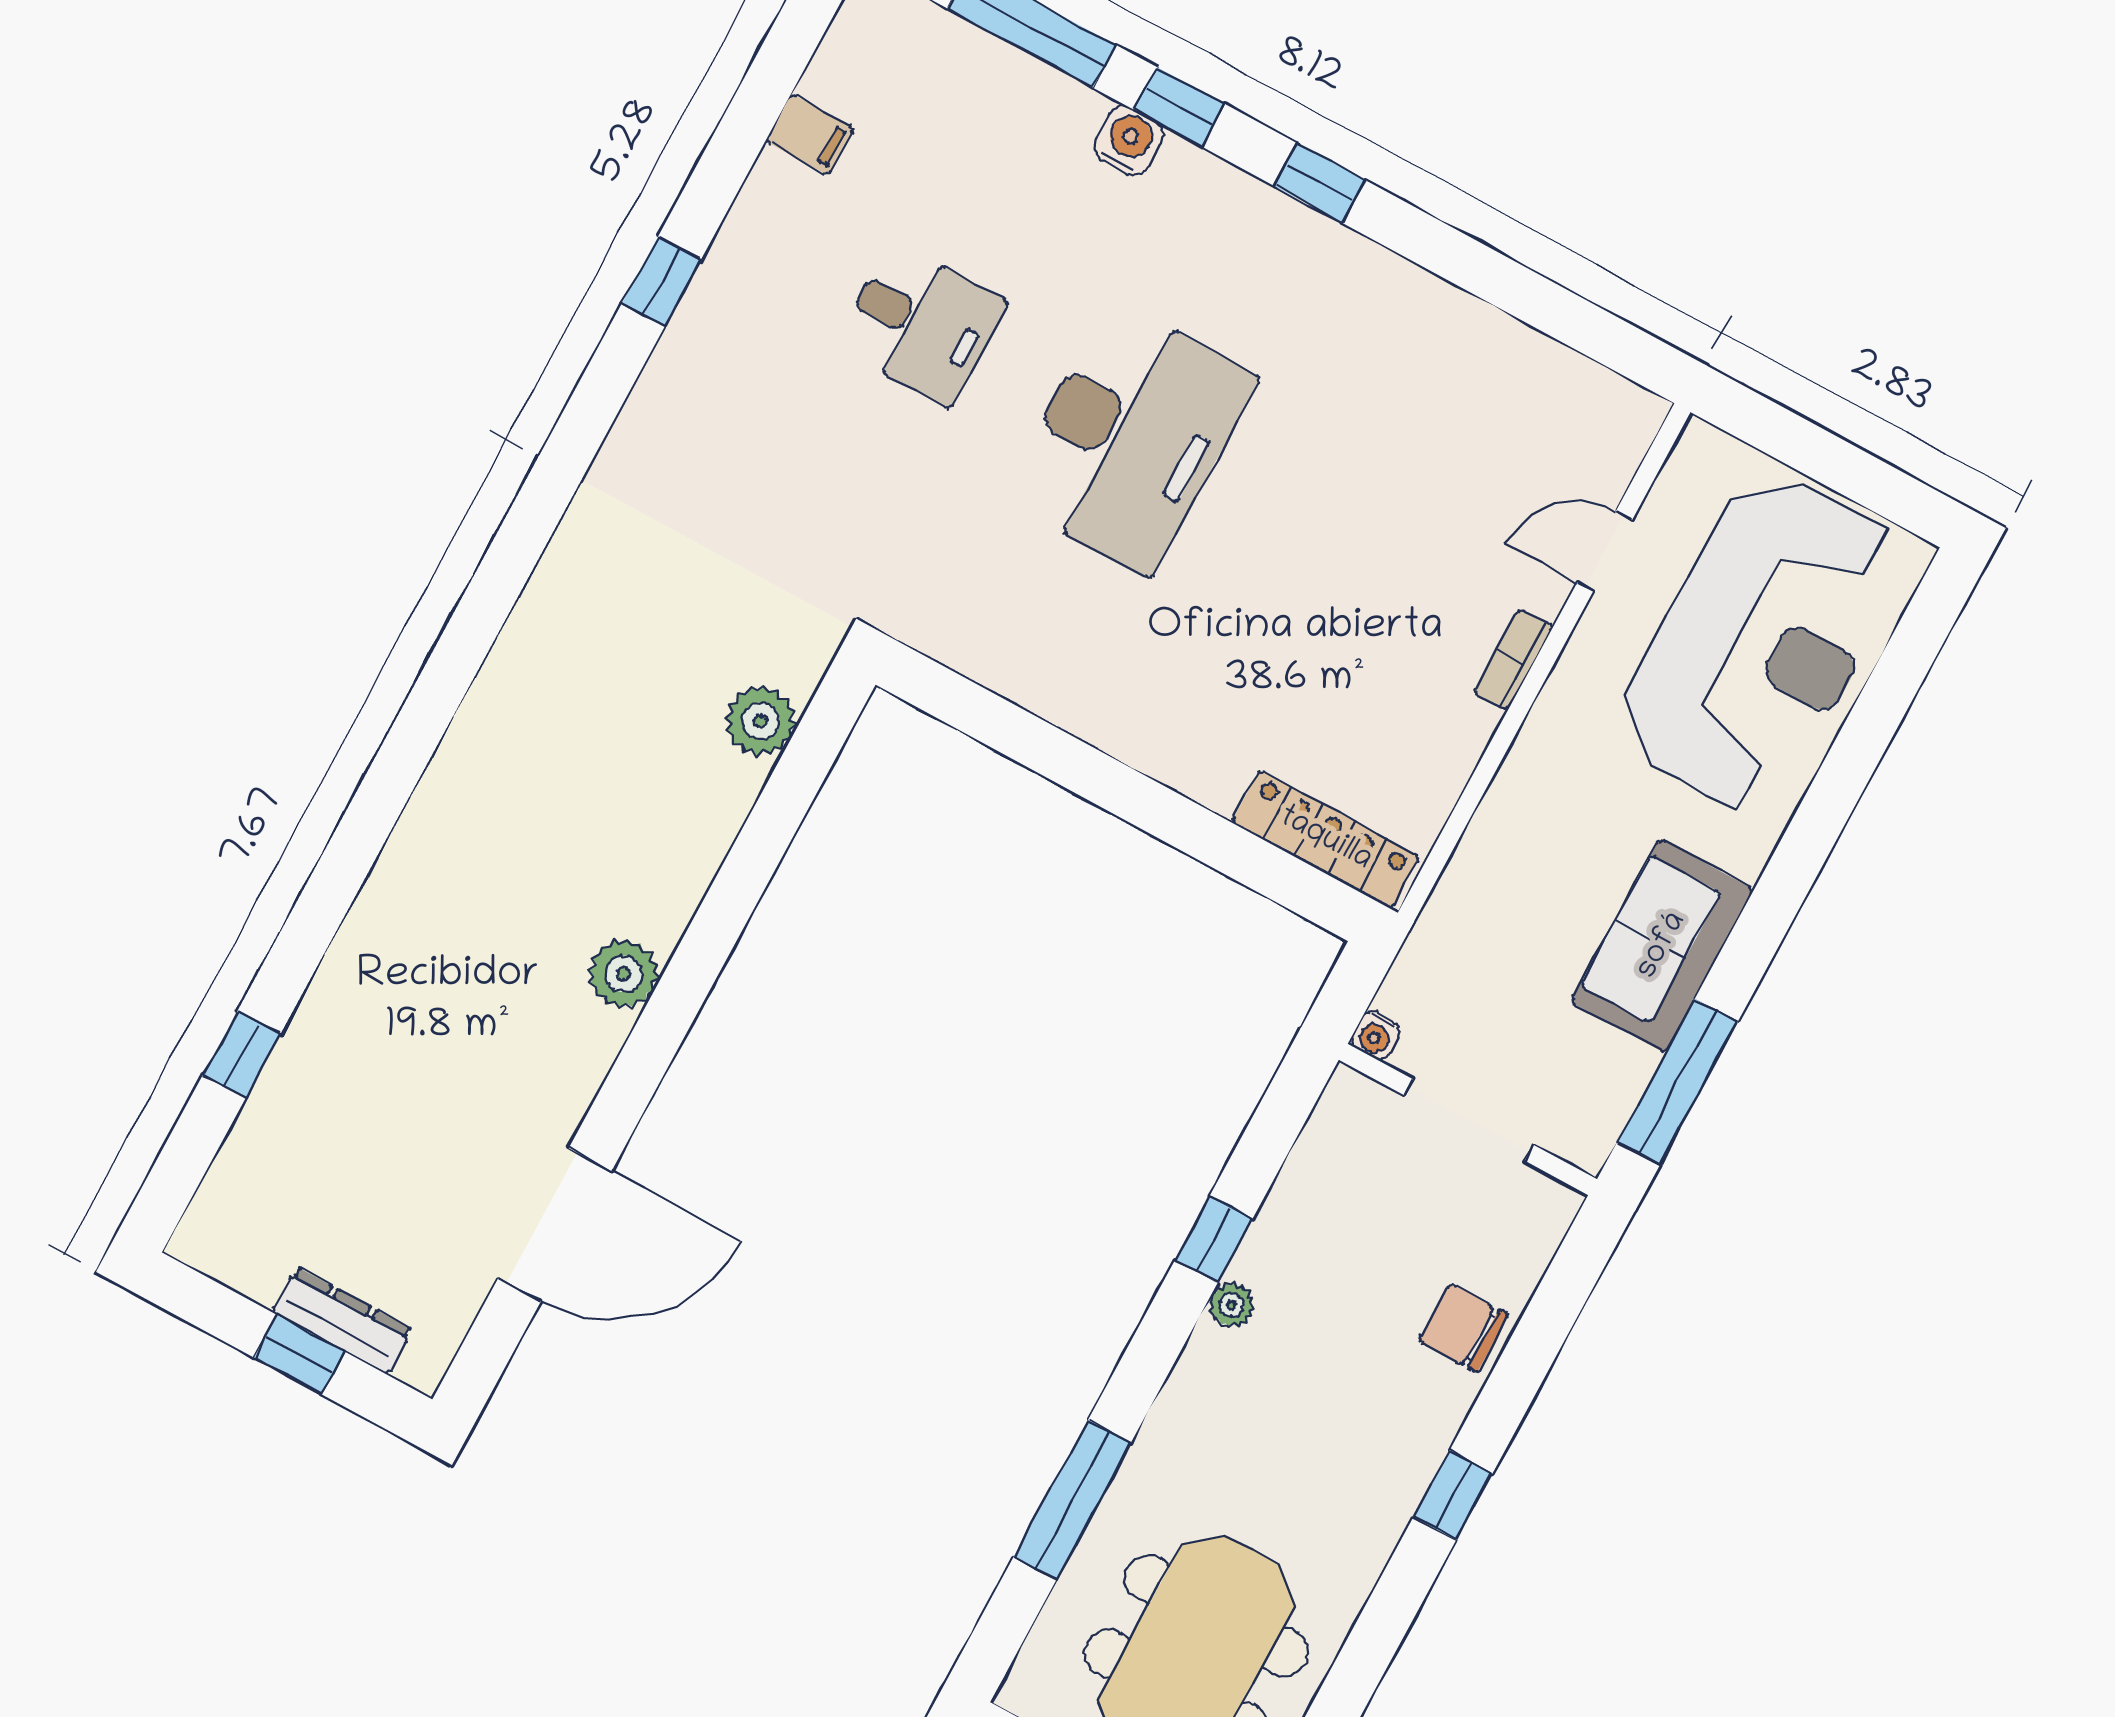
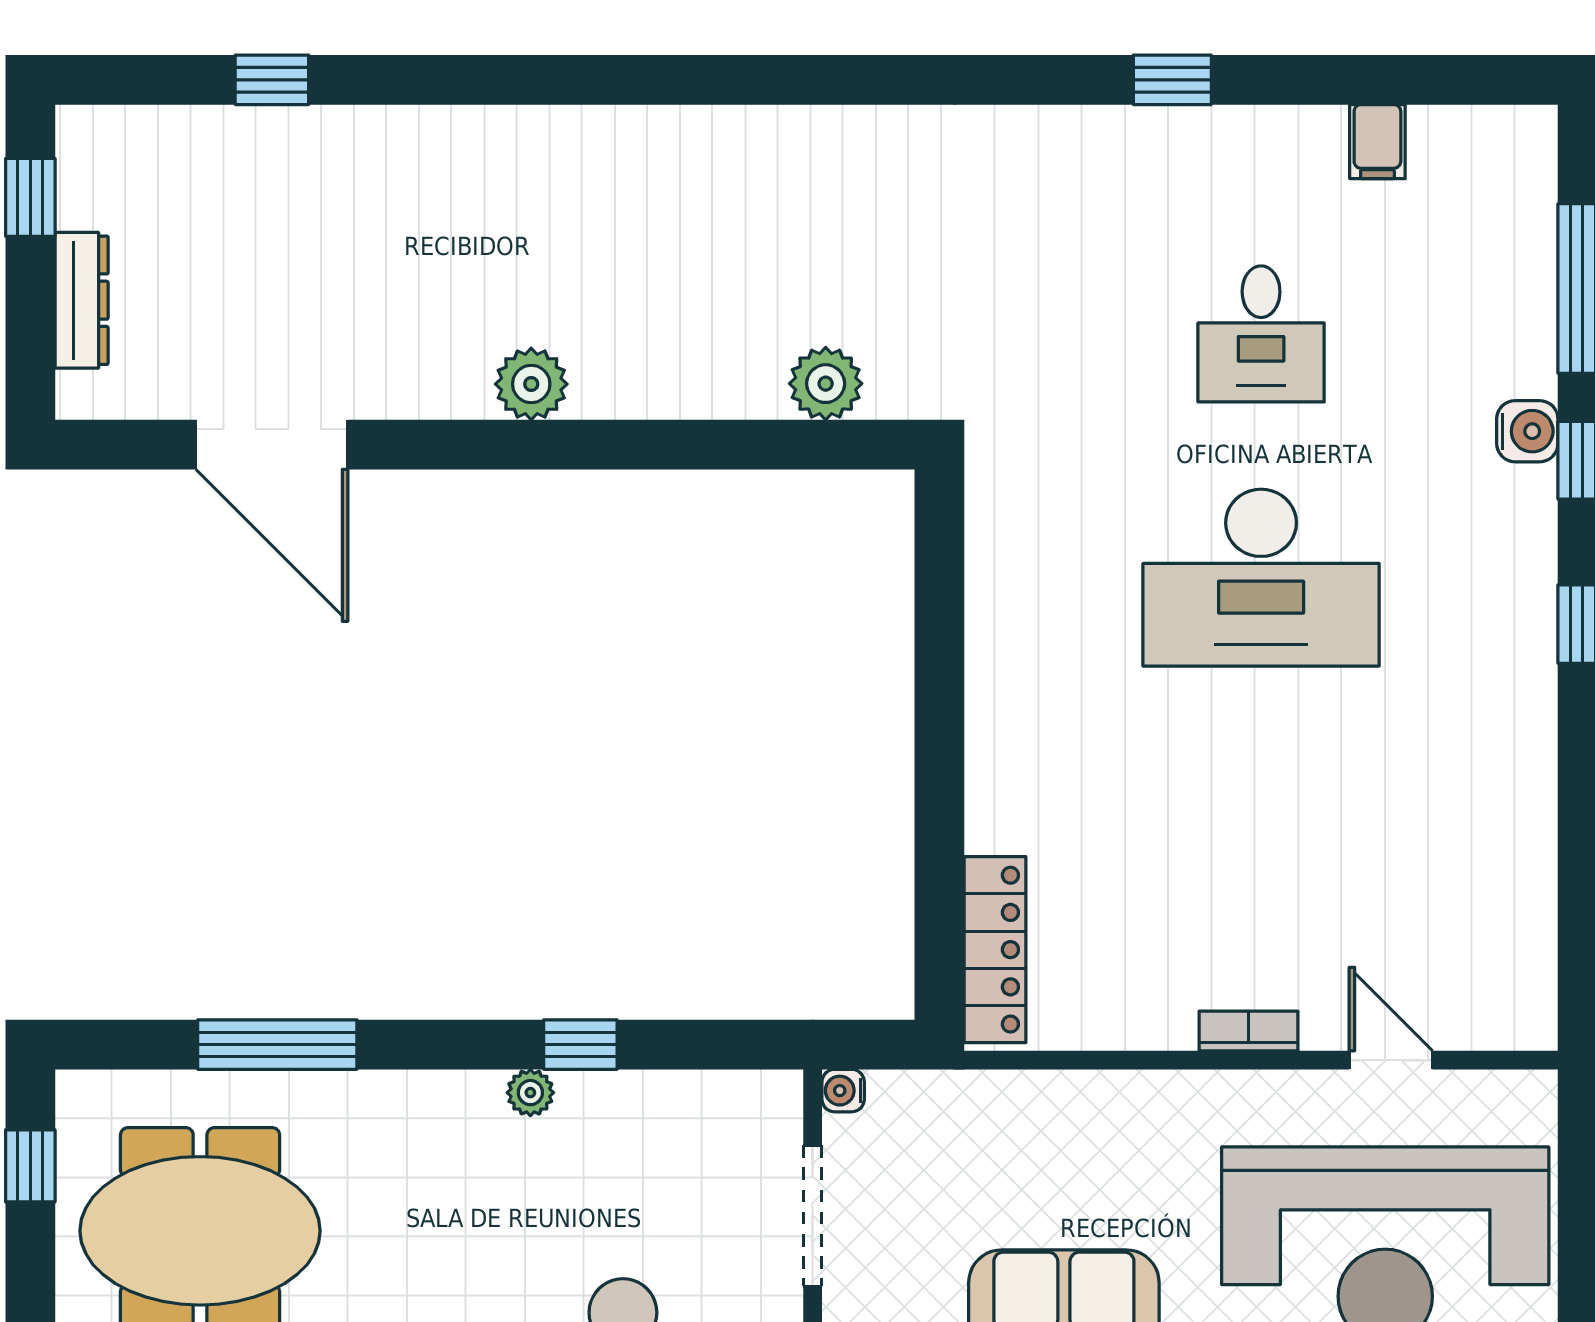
window: (299, 1354) -> (30, 197), moved

